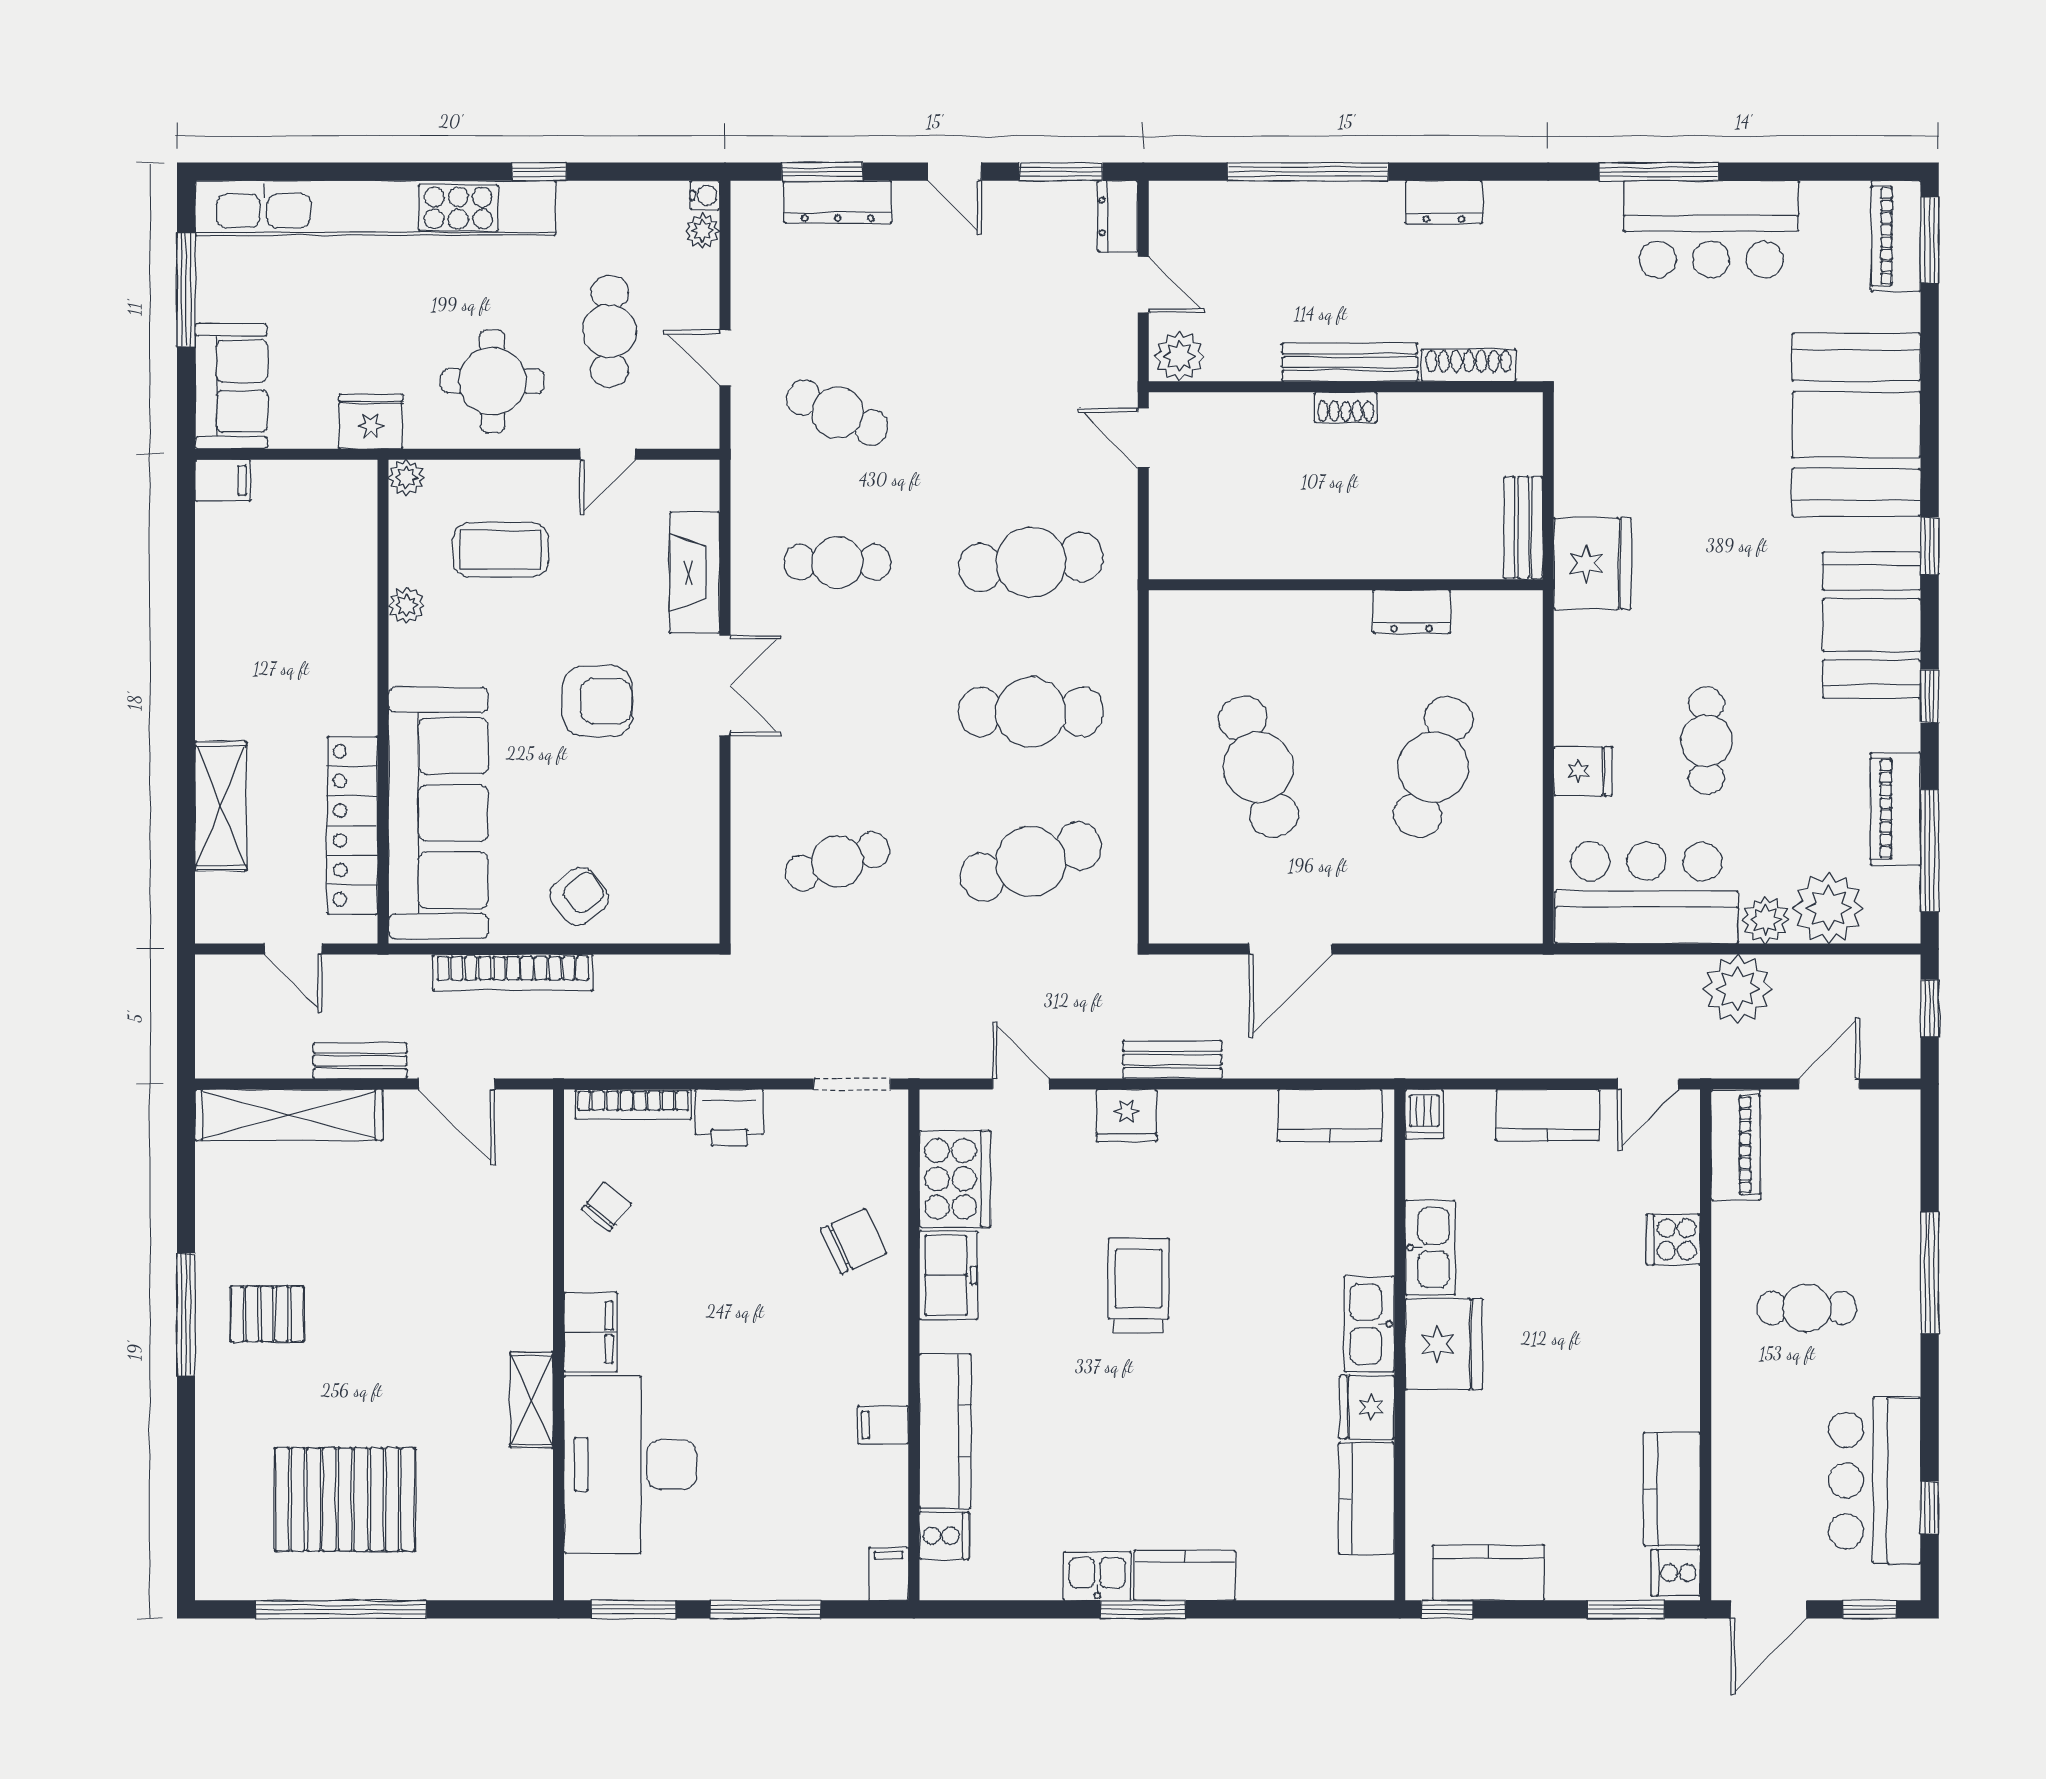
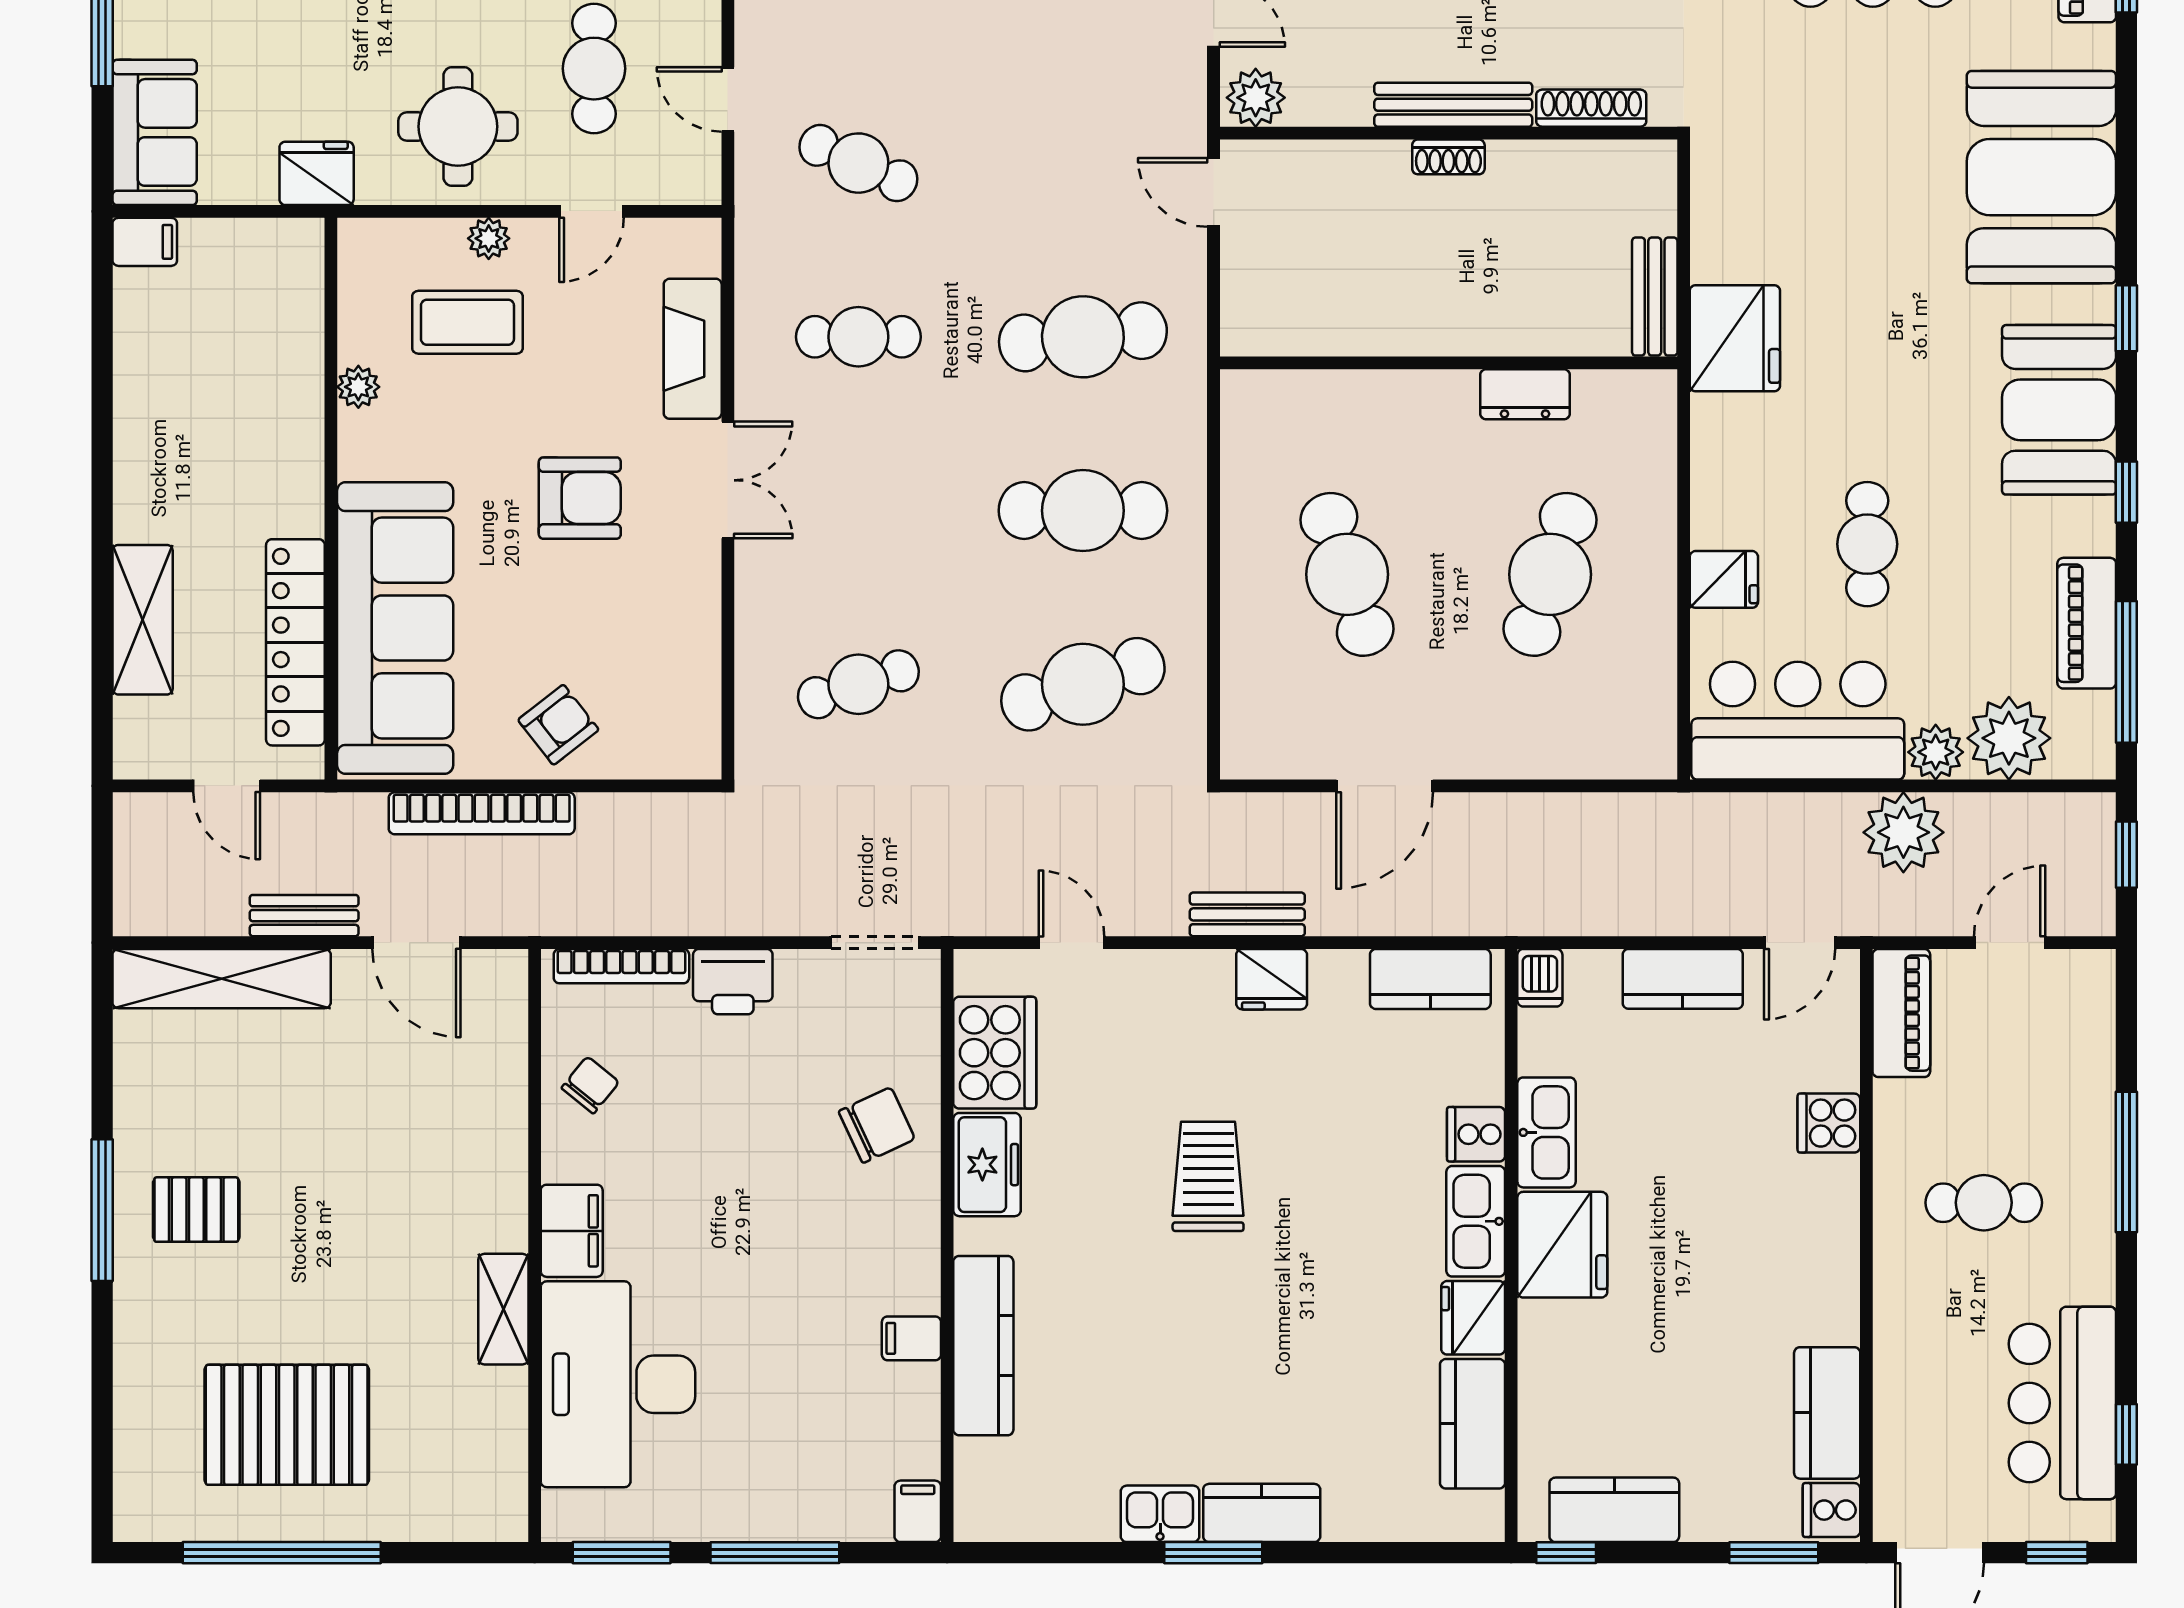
plant: (406, 478) -> (489, 238), moved
fridge: (1127, 1116) -> (1272, 979), moved
cooker: (944, 1536) -> (1476, 1134), moved, turned 180

